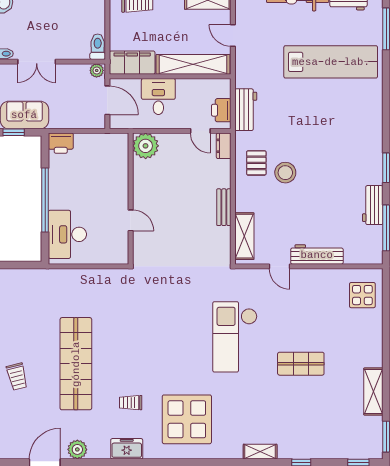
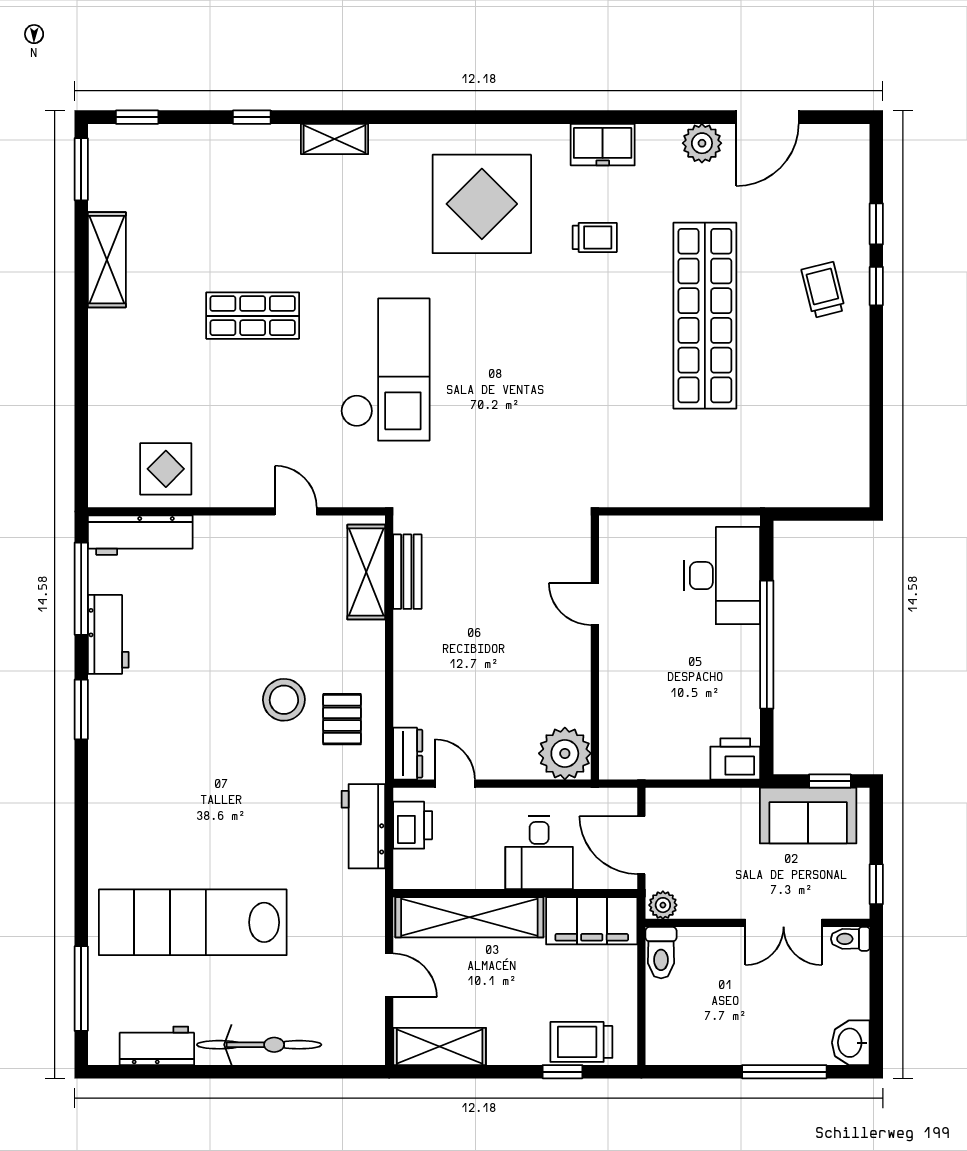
double door: (37, 62) -> (784, 923), swing flipped
bench: (224, 207) -> (407, 572), moved
workbench: (317, 255) -> (140, 535), moved
display table: (362, 295) -> (166, 469), moved

